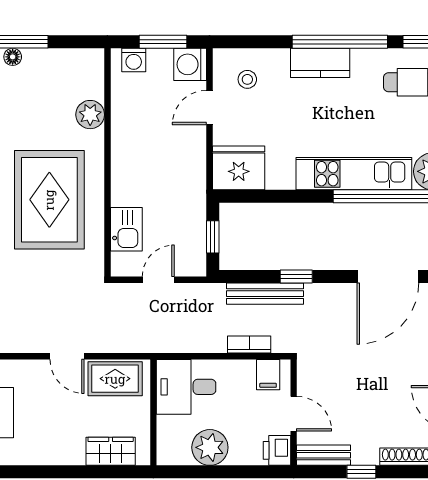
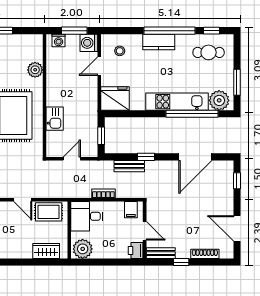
kitchen sink: (126, 229) -> (55, 119), moved
bench: (265, 294) -> (129, 166), width x0.73
bookcase: (249, 345) -> (103, 194), moved
plant: (210, 447) -> (83, 249), moved

